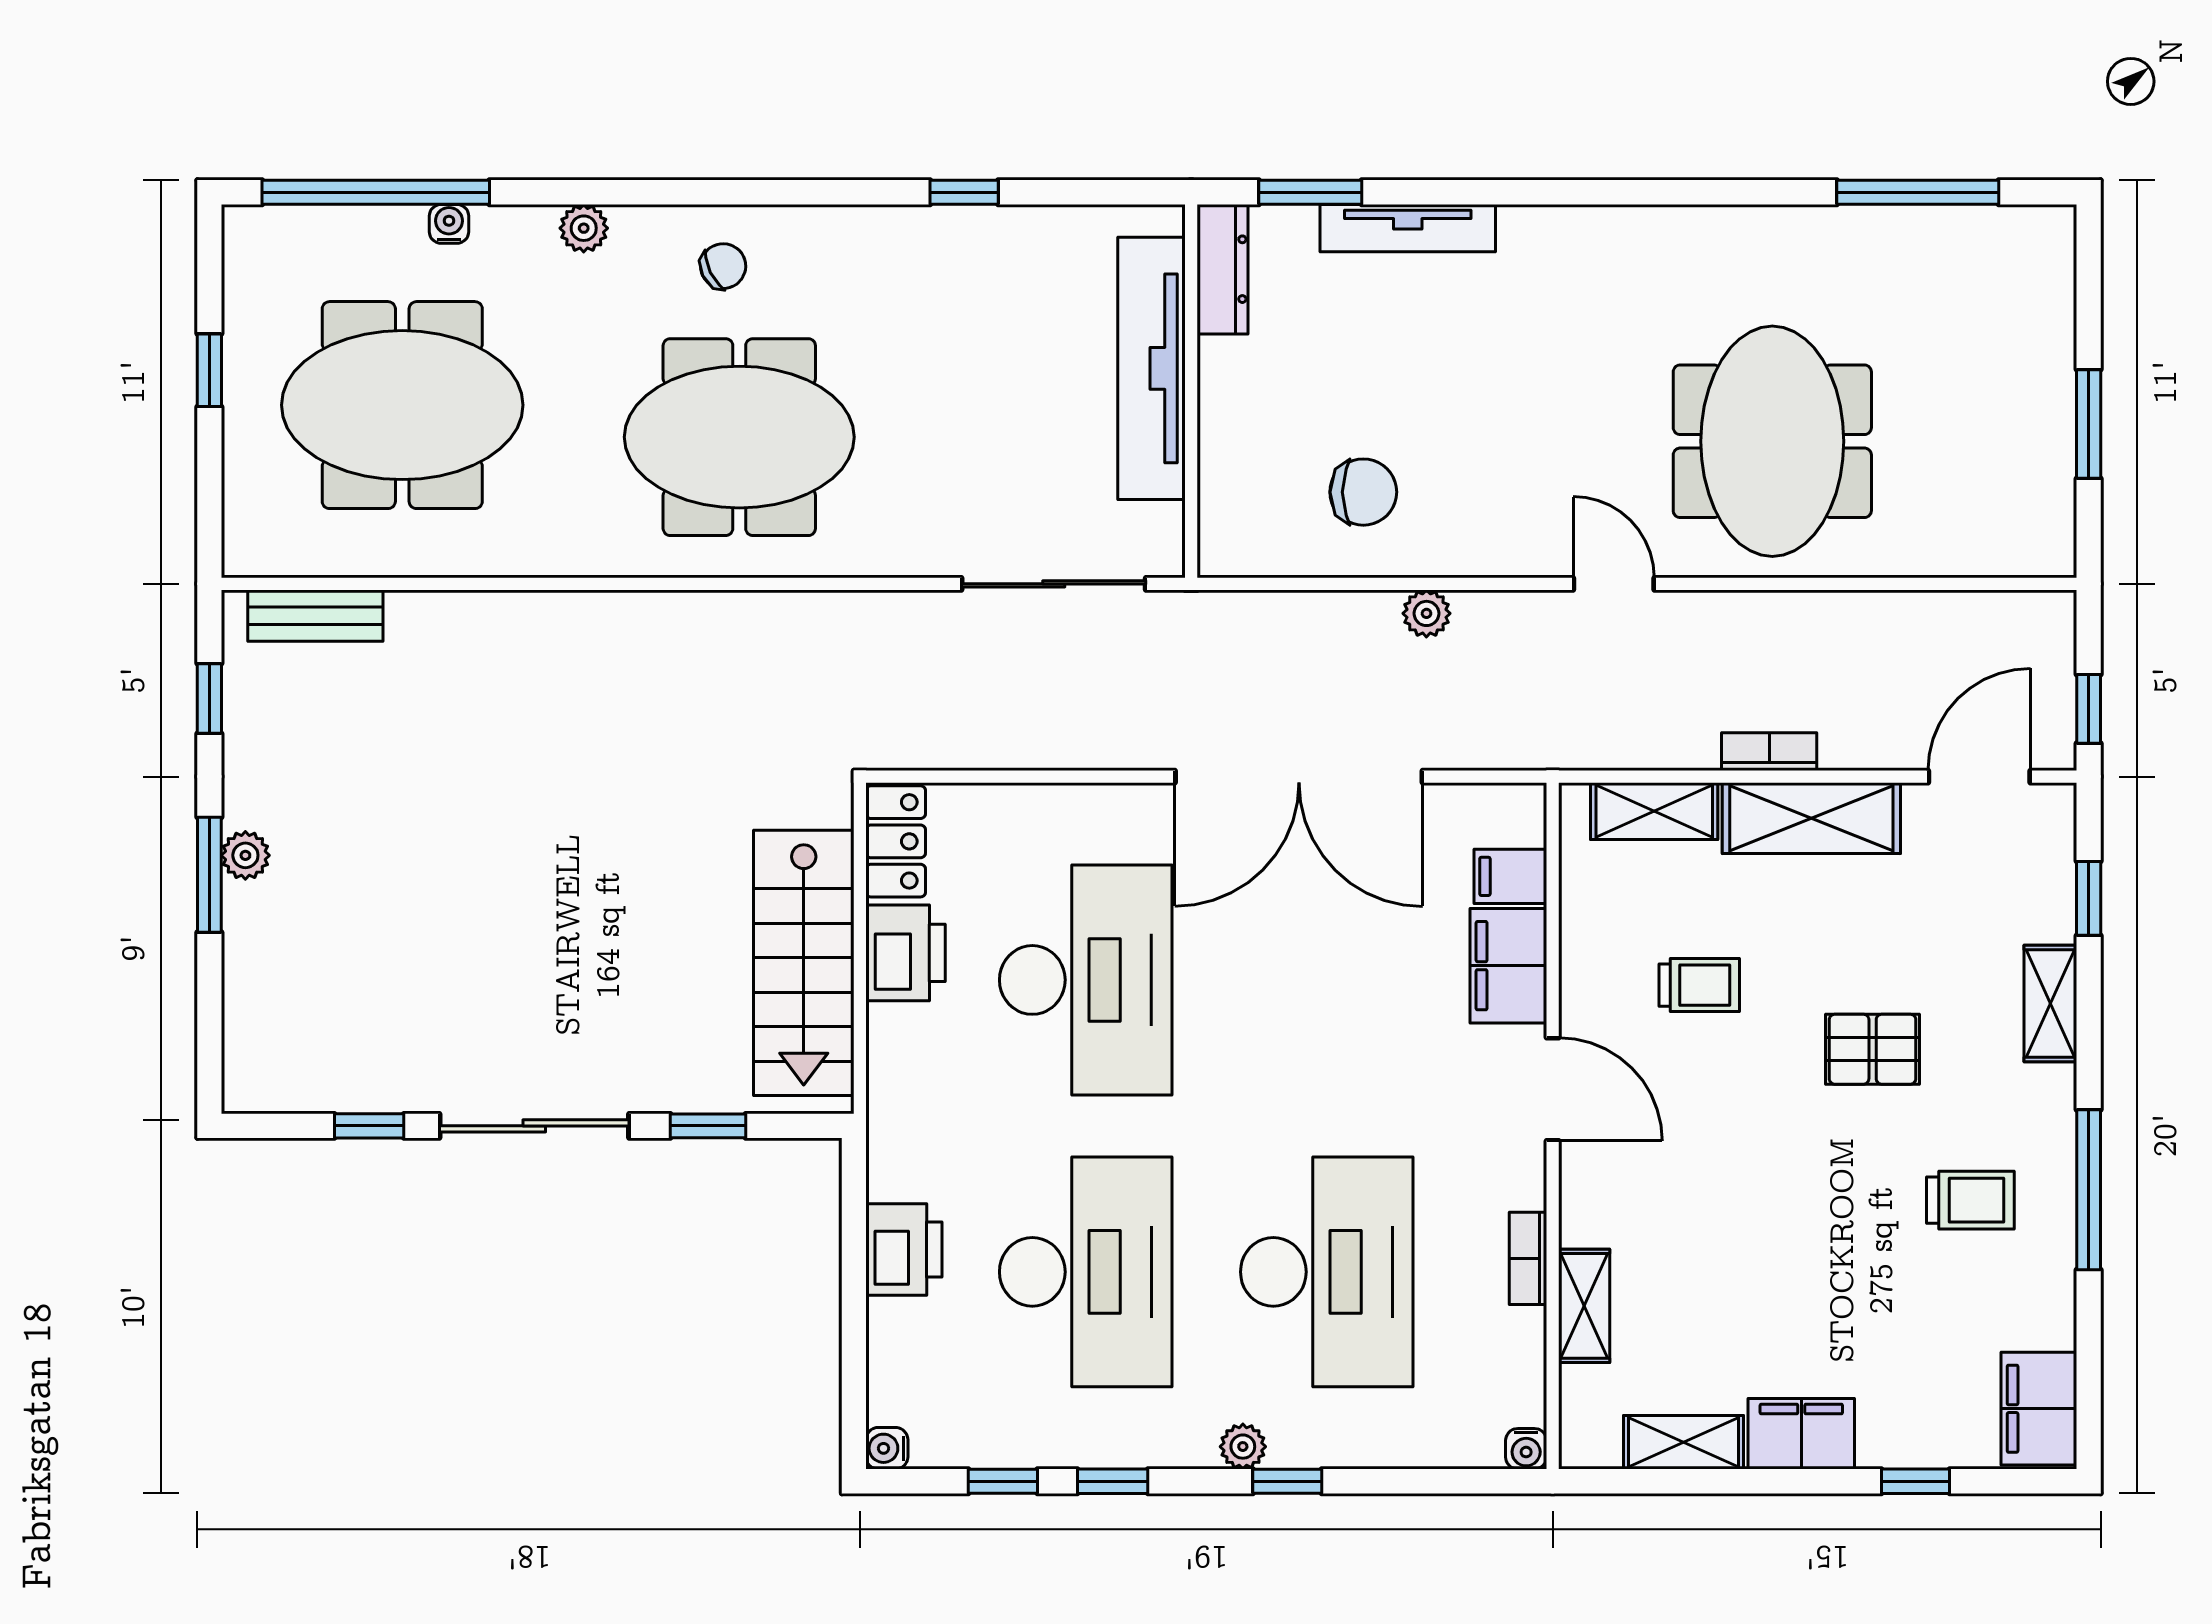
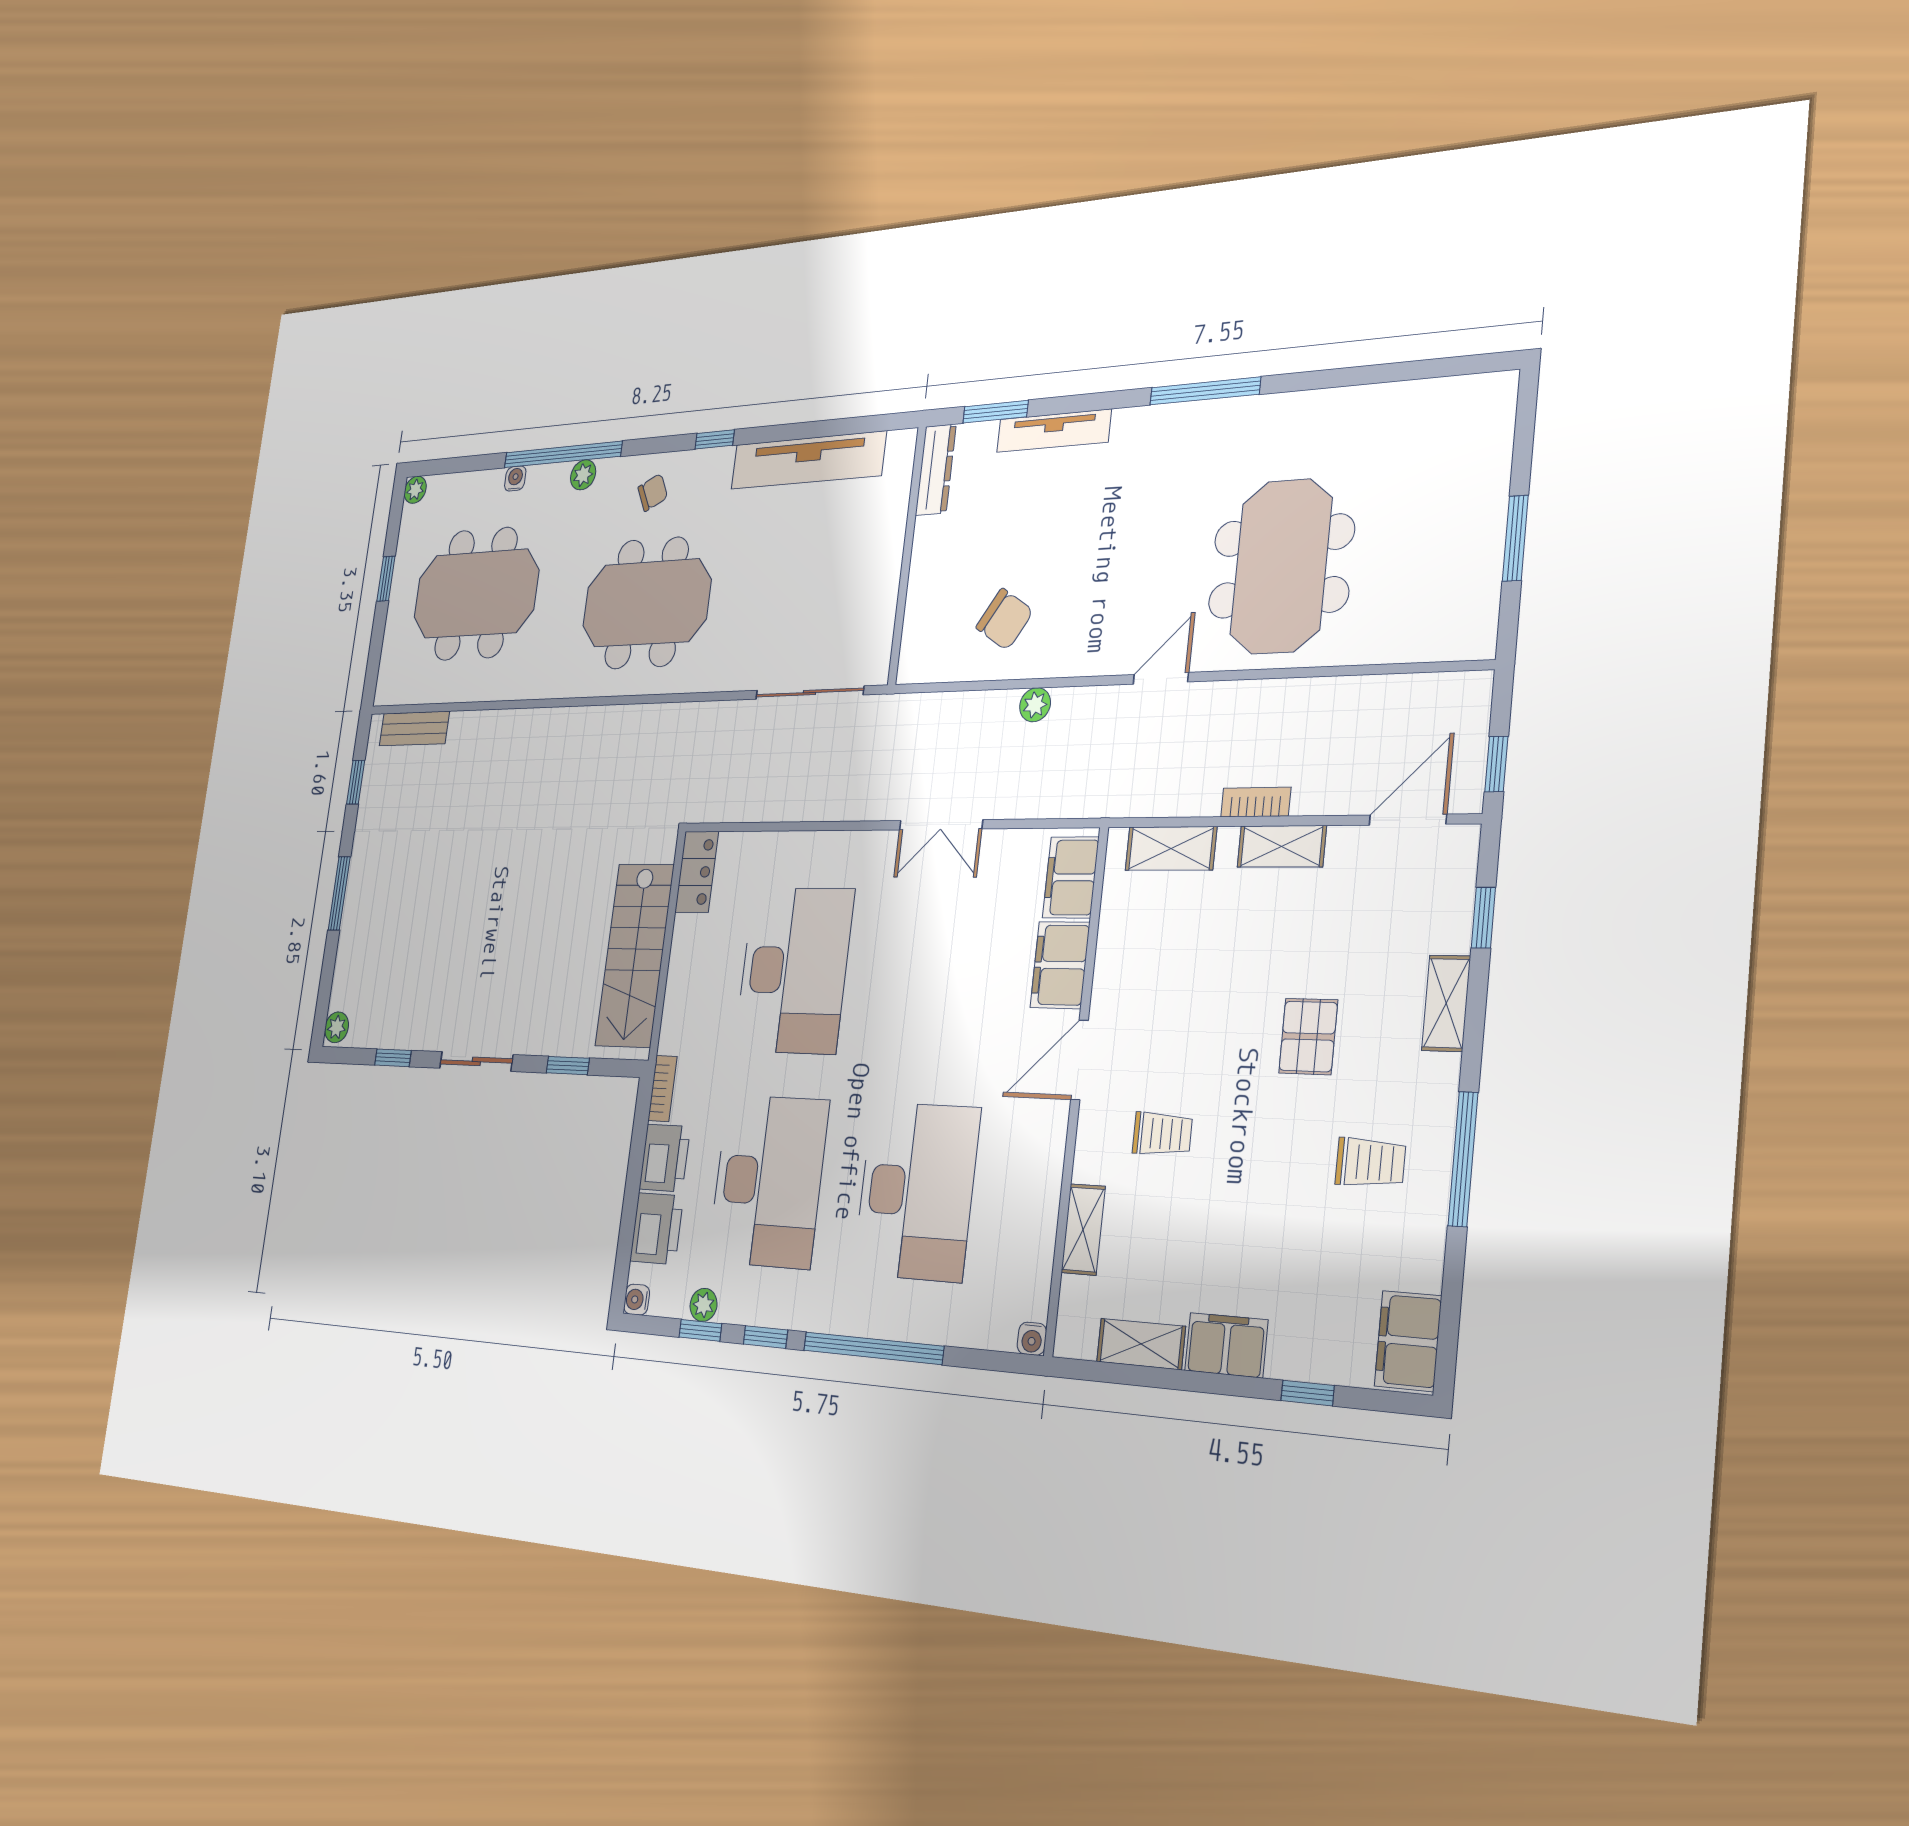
window: (376, 192) -> (563, 454), moved
window: (964, 192) -> (715, 439), moved
window: (1918, 192) -> (1205, 391), moved
plant: (244, 227) -> (415, 490), added
tv unit: (1152, 368) -> (808, 460), moved, turned -90
chair: (1363, 492) -> (1005, 619), turned 33
door: (1614, 584) -> (1161, 678), hinge flipped
double door: (1299, 777) -> (941, 825), width x0.54
shelving: (1811, 818) -> (1282, 846), width x0.67, depth x0.75
plant: (245, 855) -> (337, 1027), moved
filing cabinet: (1510, 876) -> (1071, 877), width x2.00
printer: (906, 953) -> (657, 1229), moved
trolley: (1699, 985) -> (1162, 1134), moved
pallet: (1873, 1049) -> (1308, 1036), turned 90
door: (1553, 1089) -> (1079, 1060), swing flipped
sliding door: (534, 1126) -> (476, 1061), width x0.73
bookcase: (1528, 1258) -> (662, 1089), moved, turned 180
plant: (1243, 1447) -> (703, 1305), moved
window: (1287, 1481) -> (873, 1348), width x3.17

